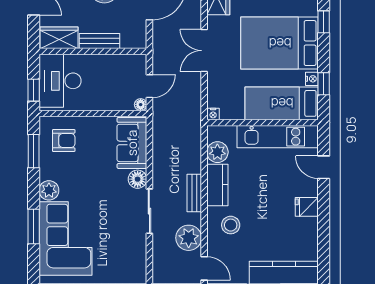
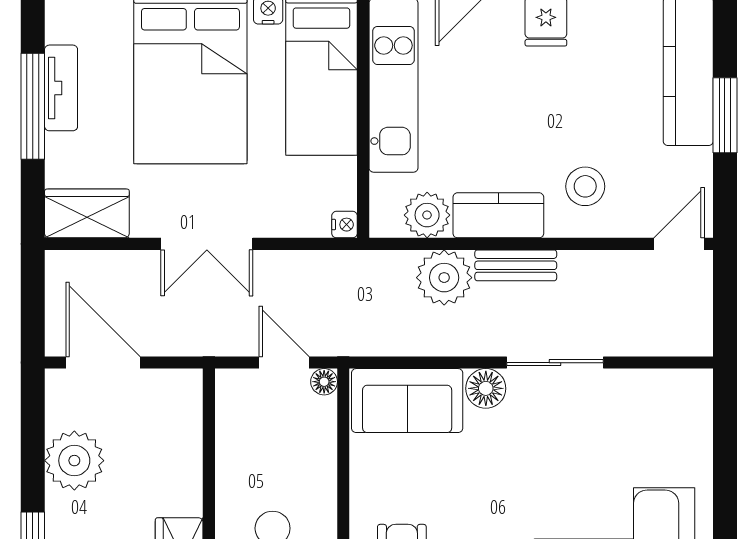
bench: (100, 41) -> (186, 471), removed
plant: (189, 238) -> (444, 278), moved

